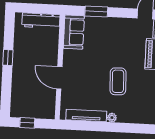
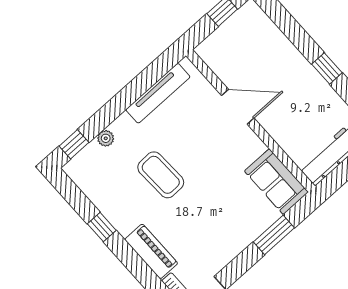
plant: (112, 118) -> (106, 138), moved
window: (141, 129) -> (74, 144), added

